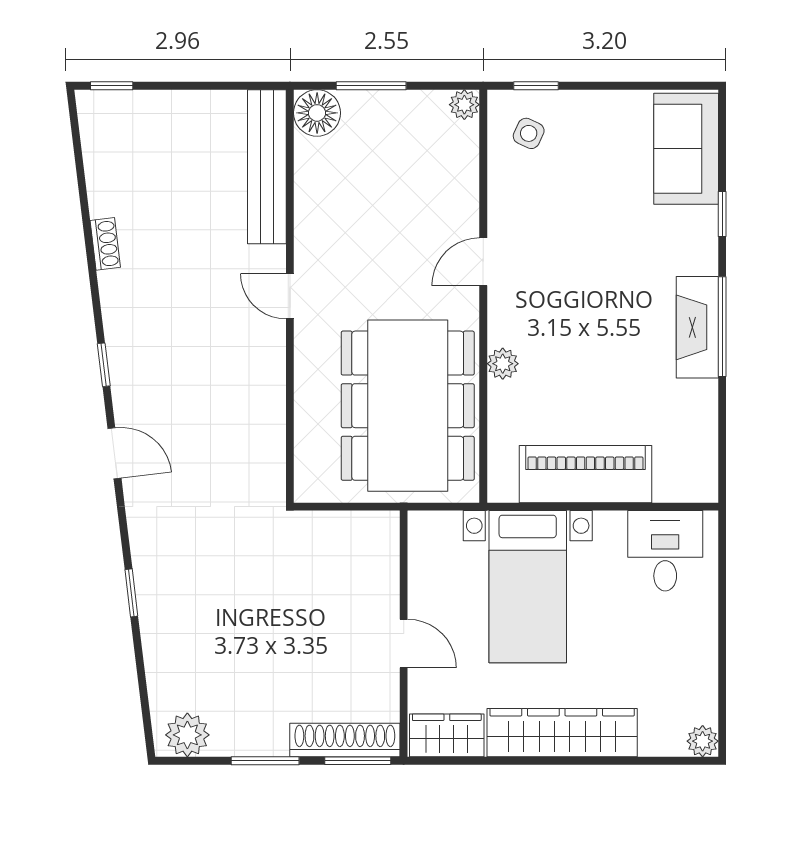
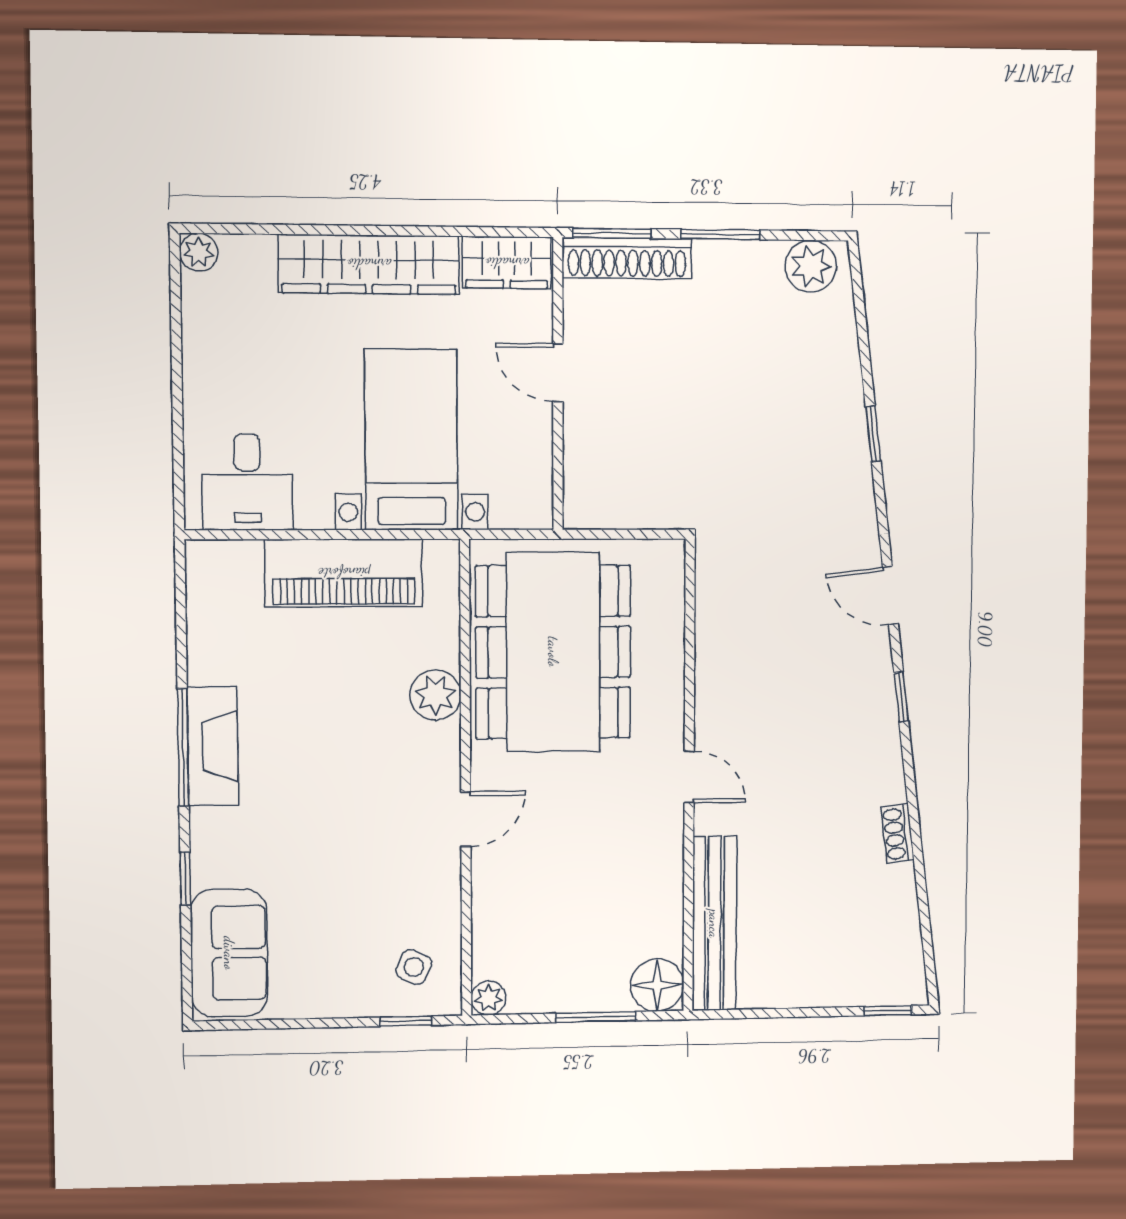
plant: (503, 364) -> (435, 695), width x1.38, depth x1.38

